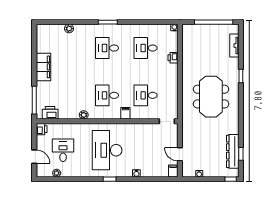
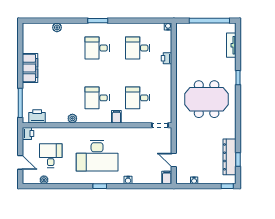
meeting table: (211, 97) -> (207, 99), turned 90
desk: (107, 150) -> (97, 156), turned -90

